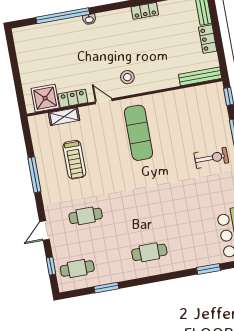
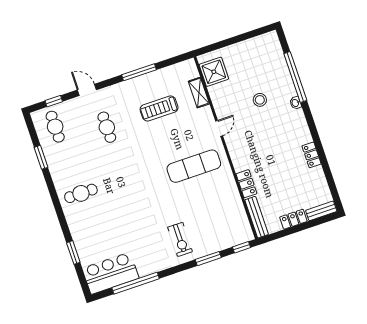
stool: (127, 77) -> (260, 100), moved
locker: (73, 98) -> (246, 184), moved
cafe table: (149, 252) -> (81, 193), turned 90

